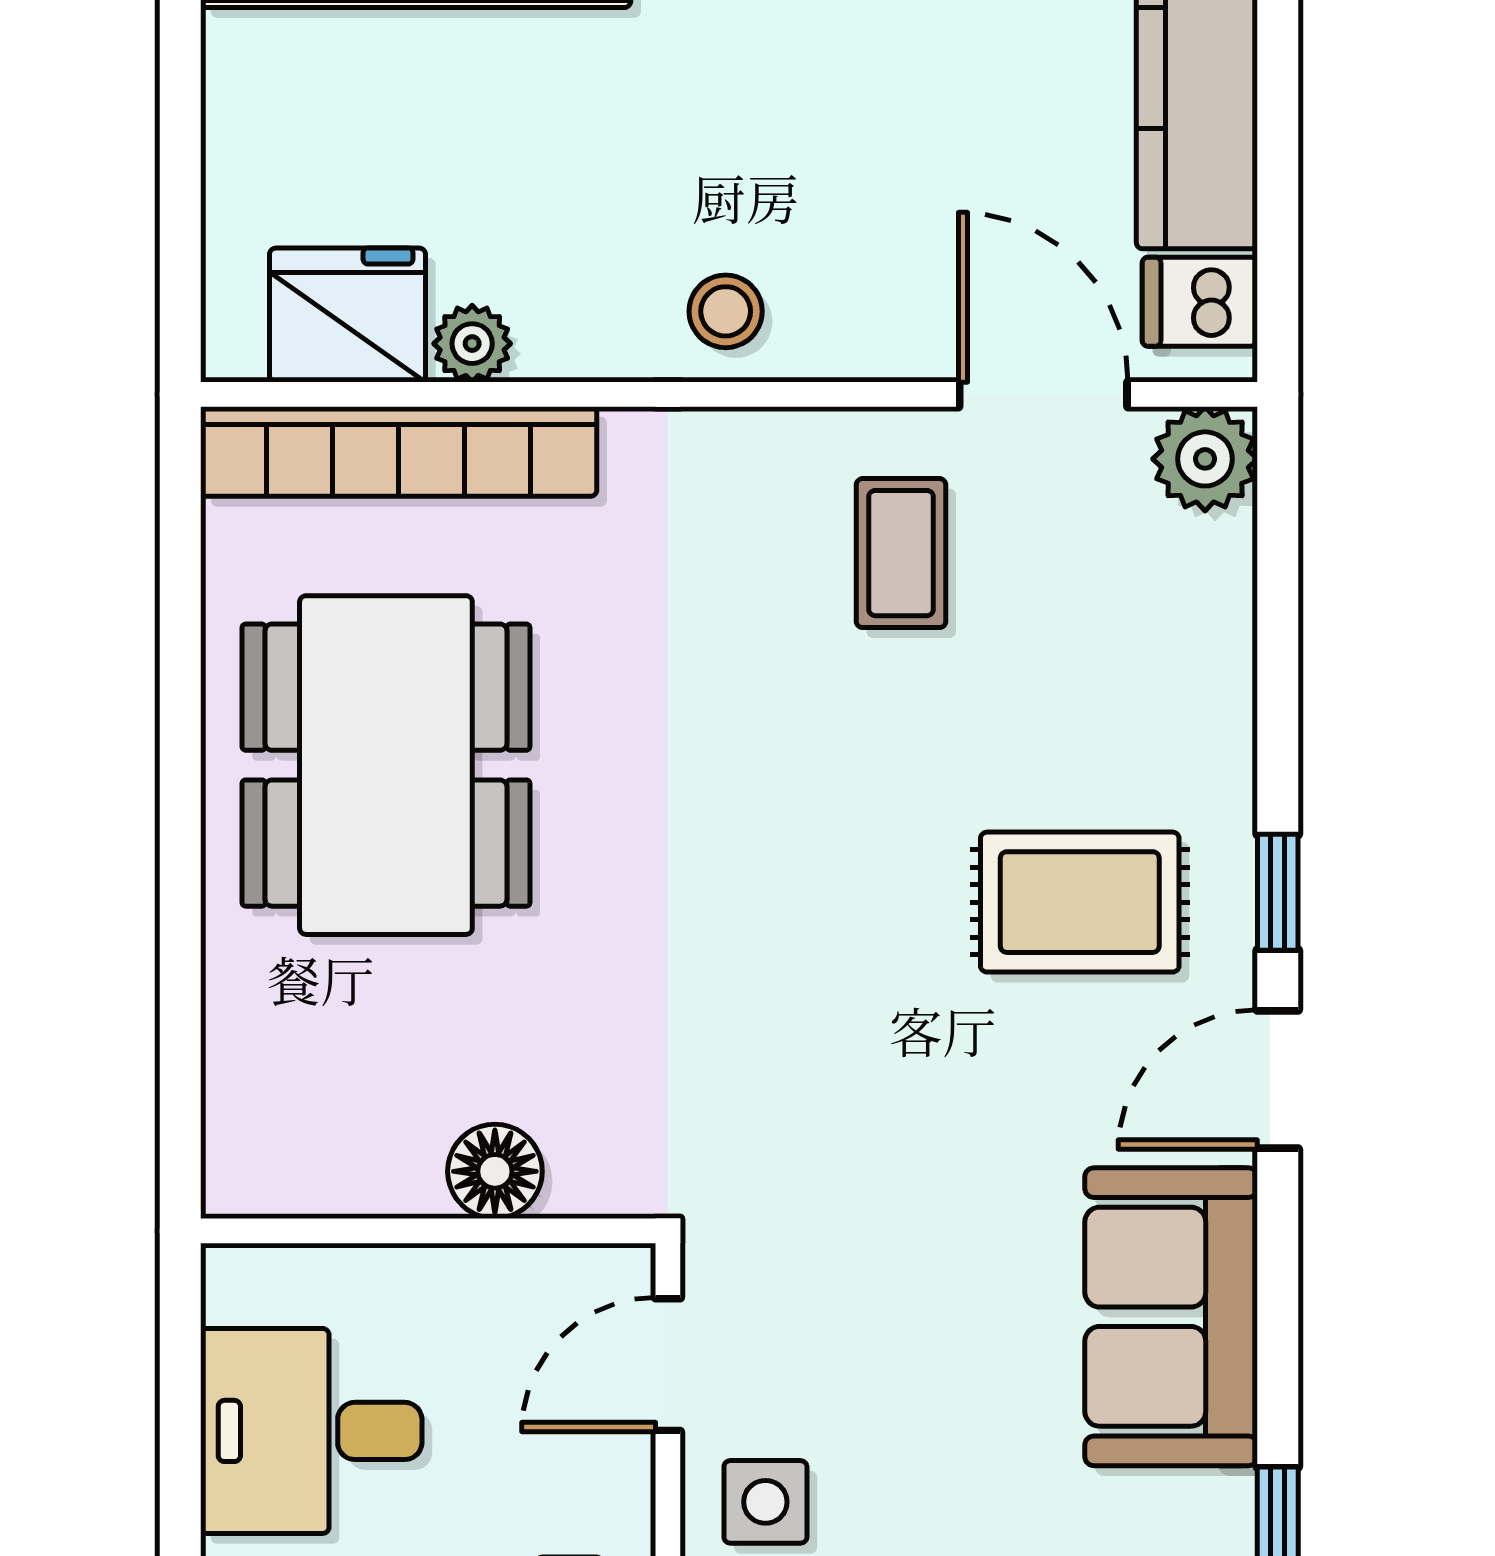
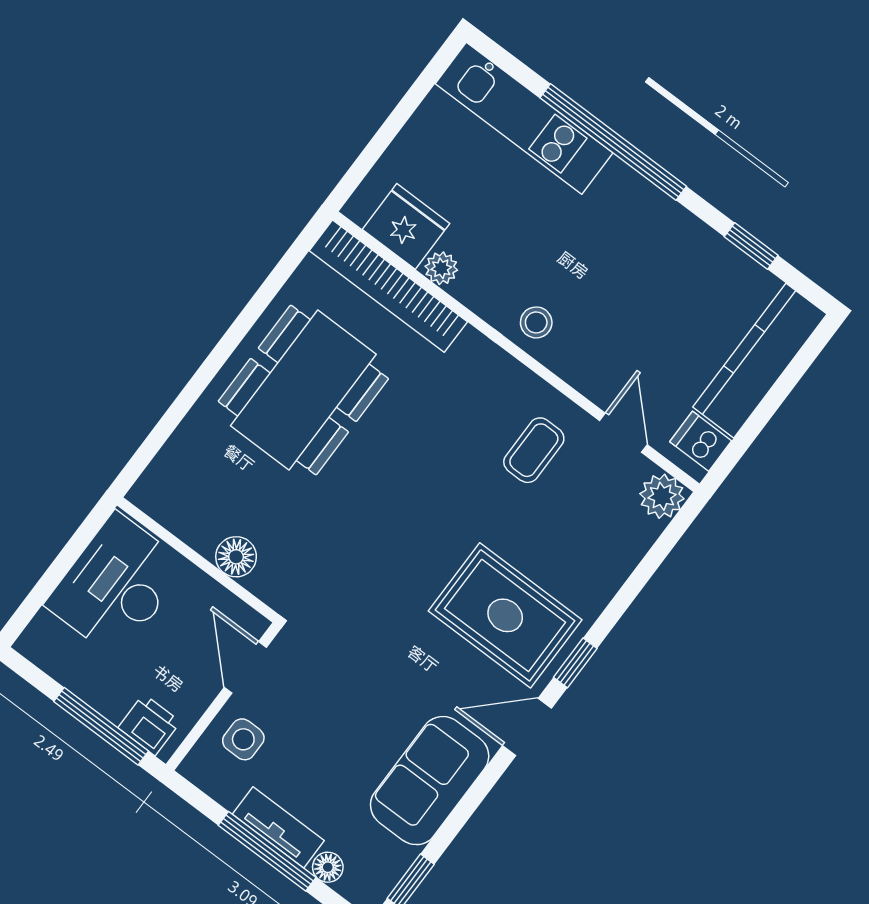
door: (1043, 394) -> (623, 433), width x0.73
rug: (1080, 902) -> (505, 615), width x1.36, depth x1.43
door: (668, 1365) -> (245, 667), hinge flipped
desk: (311, 1431) -> (116, 585), width x1.37

